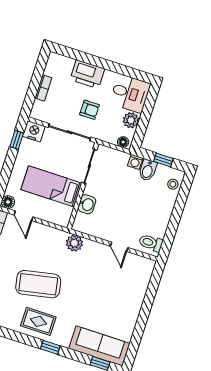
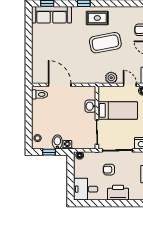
plant: (131, 120) -> (79, 172), removed
plant: (74, 243) -> (111, 78), moved
door: (119, 247) -> (60, 85), width x1.88

